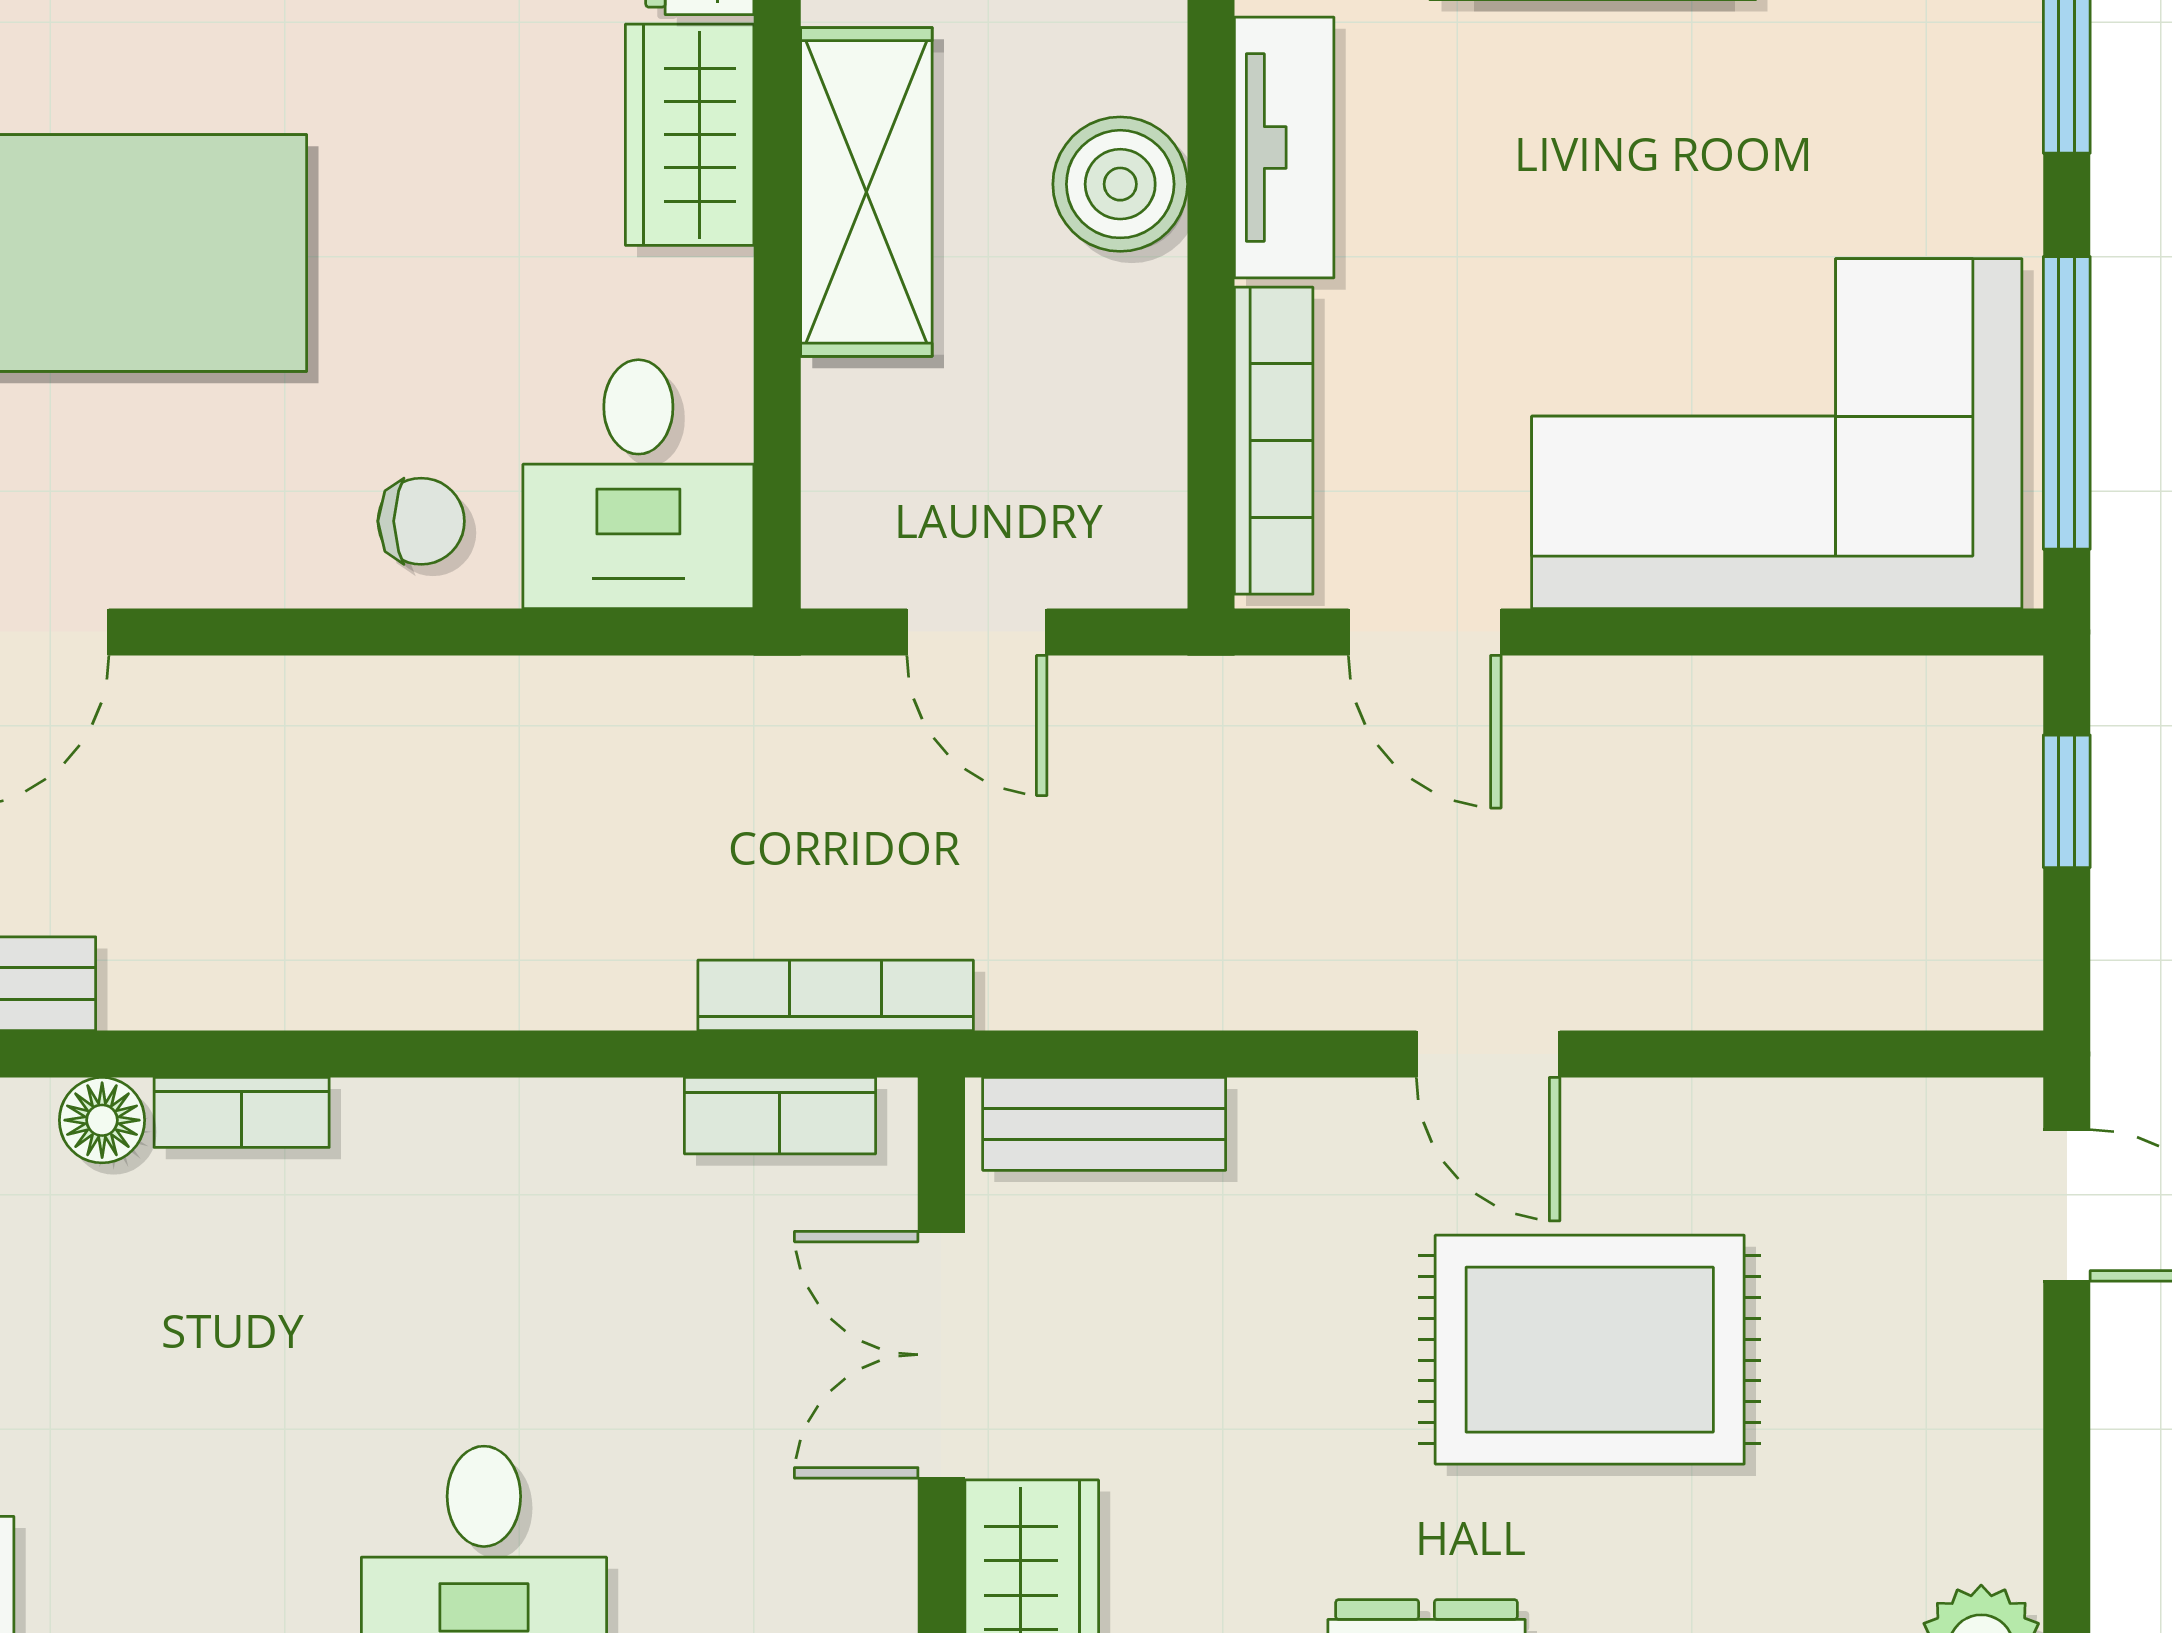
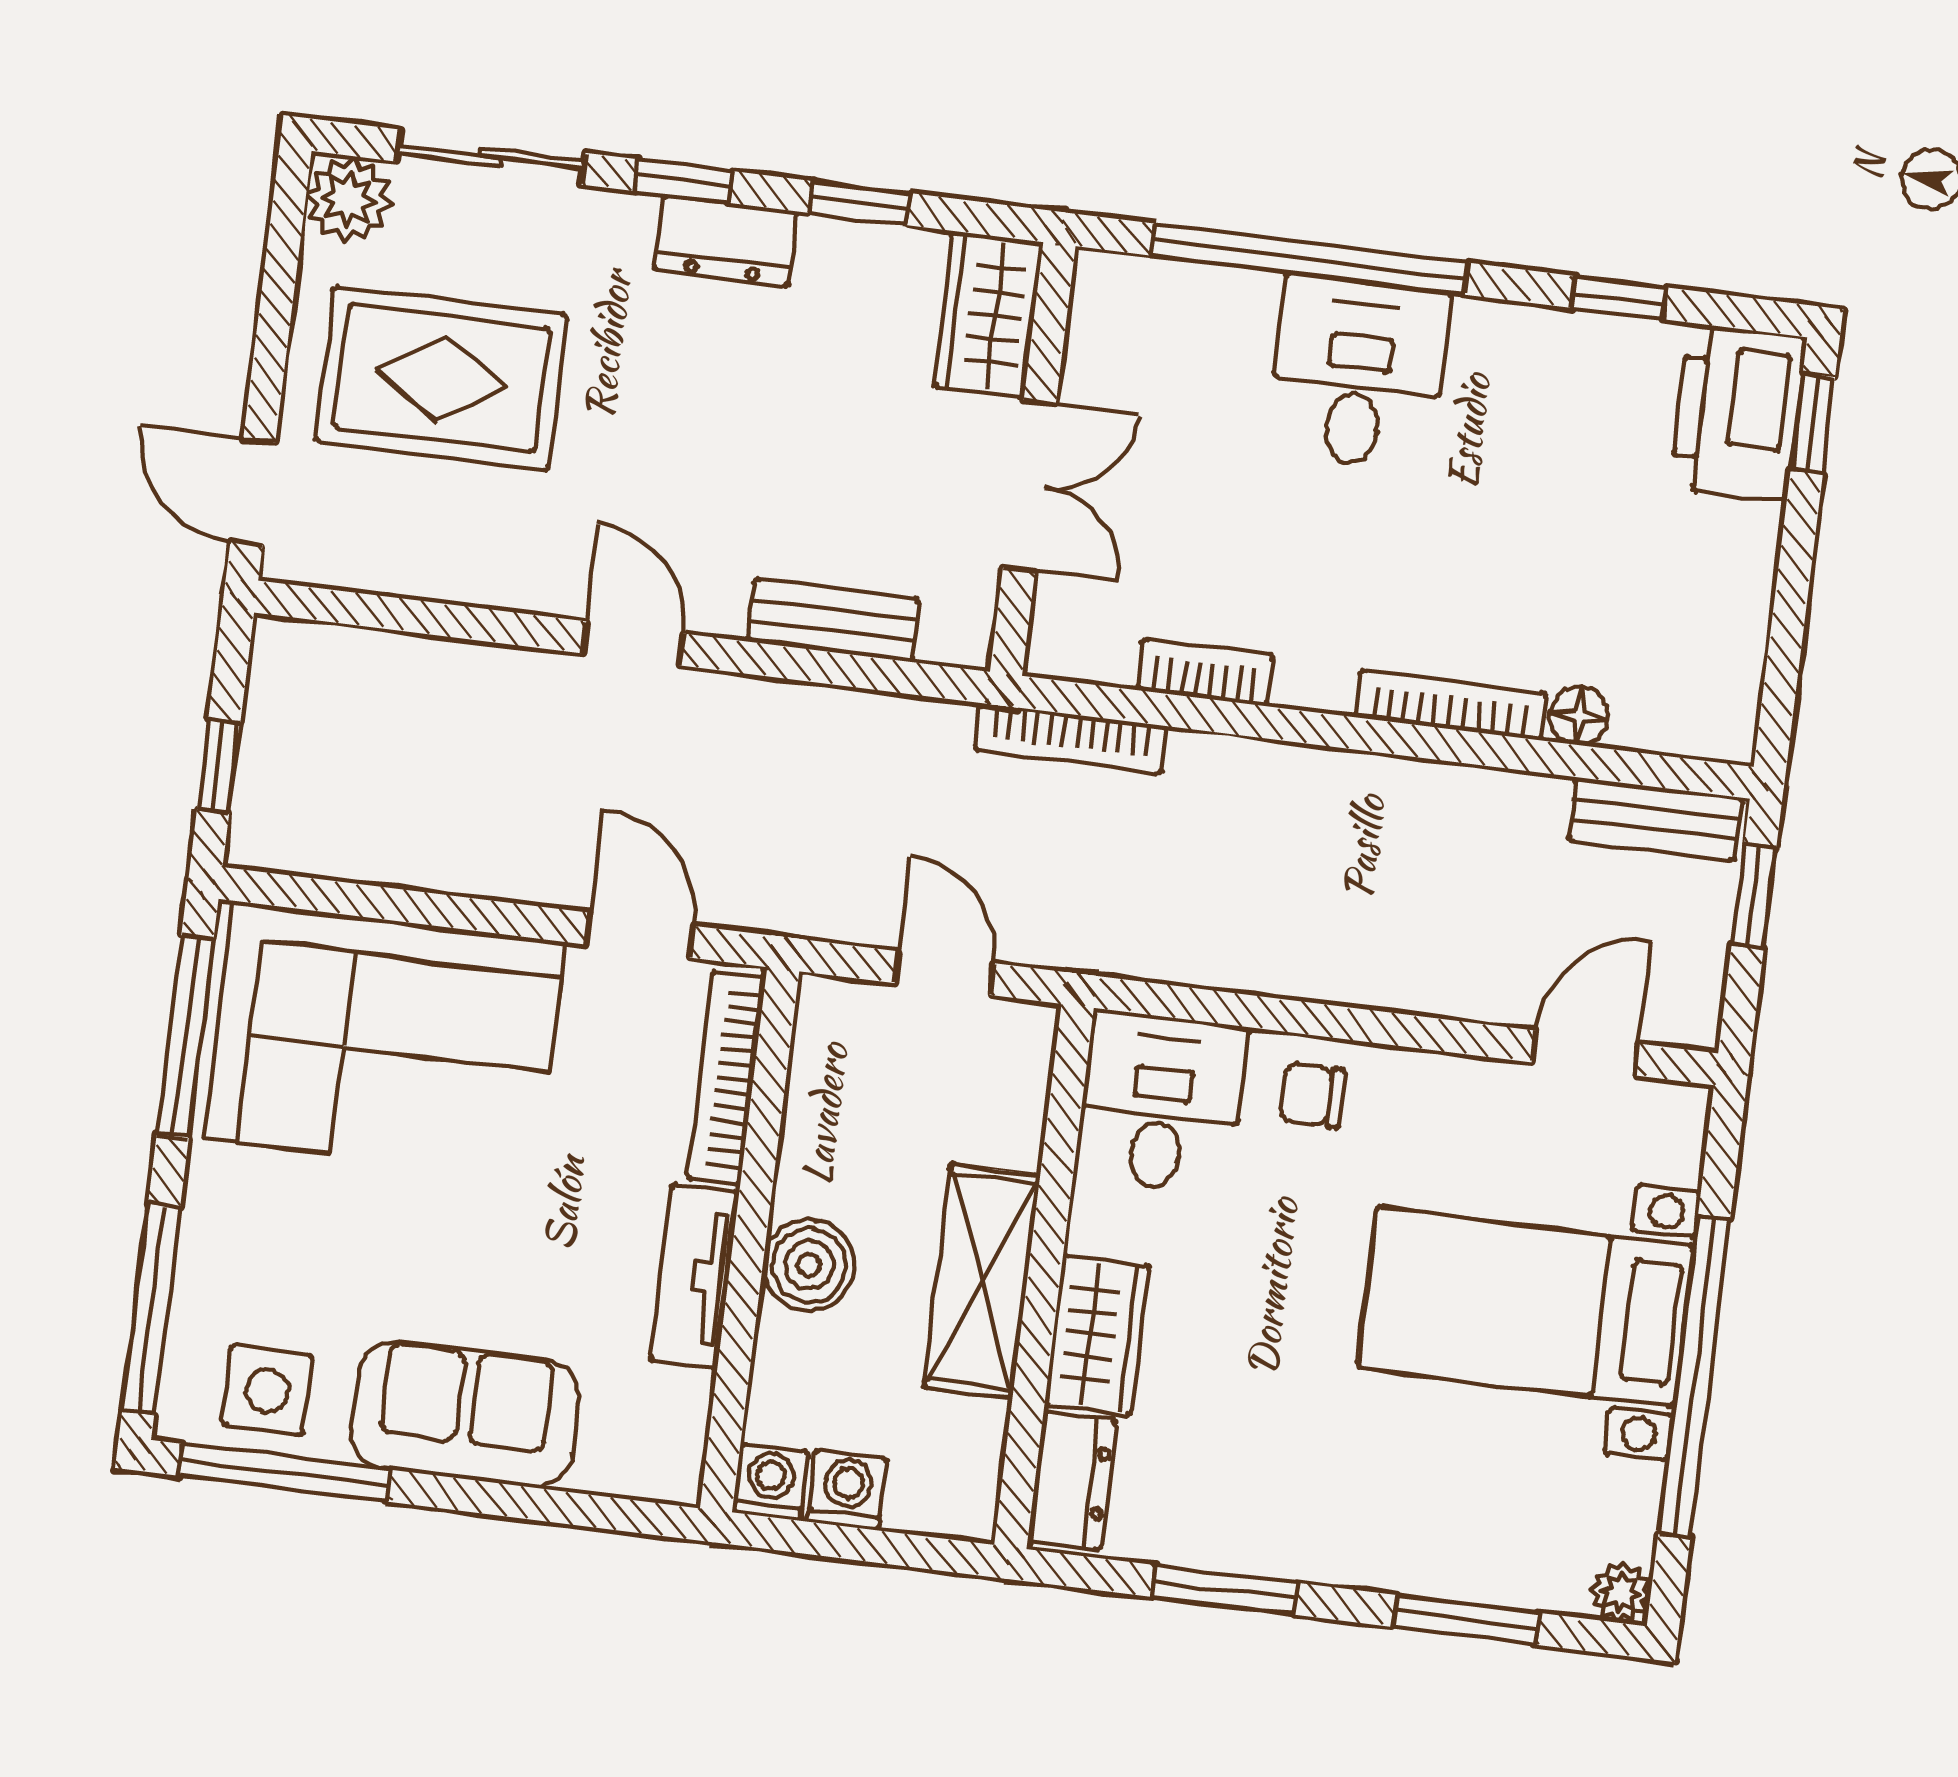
bookcase: (242, 1112) -> (1450, 705), width x1.56
bookcase: (780, 1116) -> (1205, 672), moved
bench: (1104, 1124) -> (834, 620), moved
rug: (1590, 1350) -> (441, 378), moved

